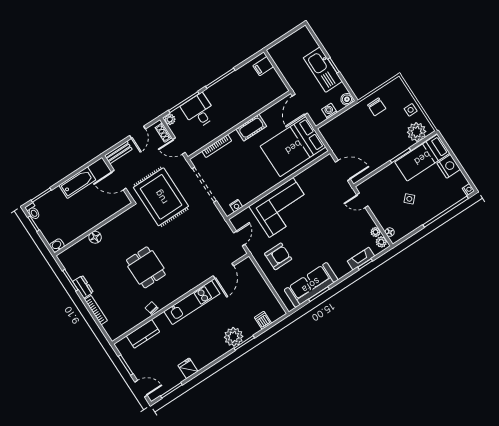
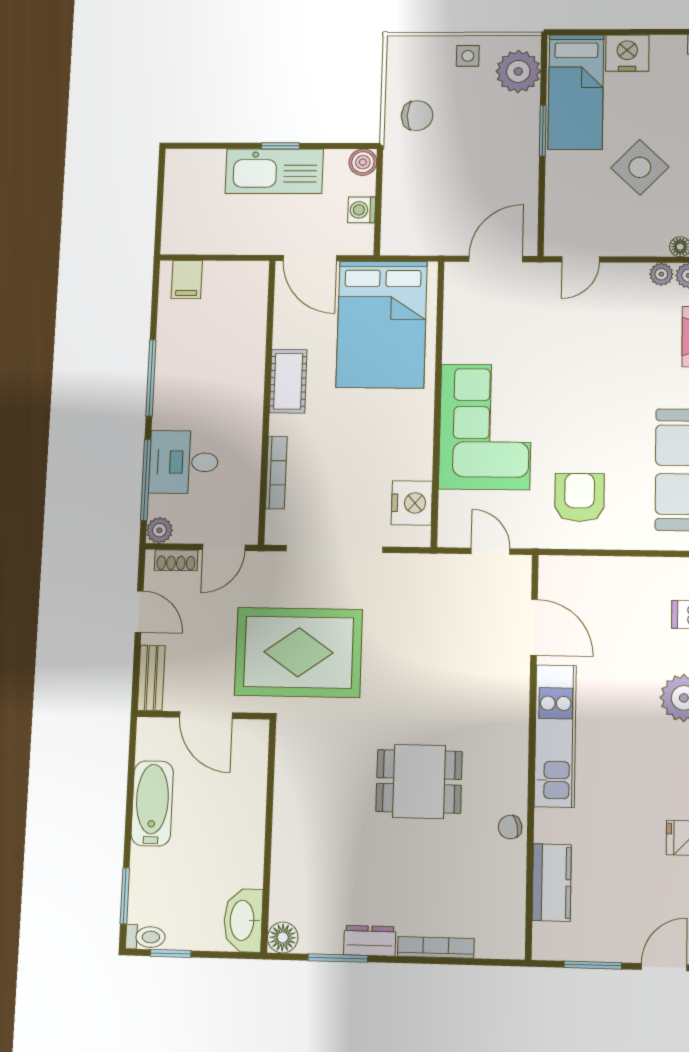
door: (119, 180) -> (206, 715), hinge flipped
side table: (409, 199) -> (640, 167), width x1.87, depth x1.87
nightstand: (236, 206) -> (412, 503), width x1.89, depth x1.79
floor lamp: (95, 237) -> (283, 938), moved
washbasin: (57, 245) -> (243, 920), width x1.91, depth x1.45

